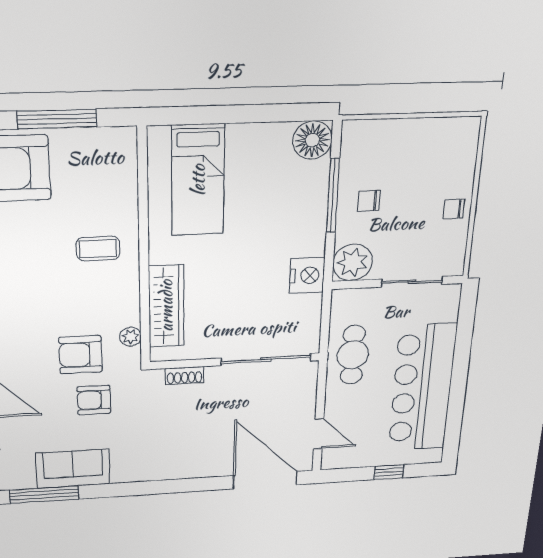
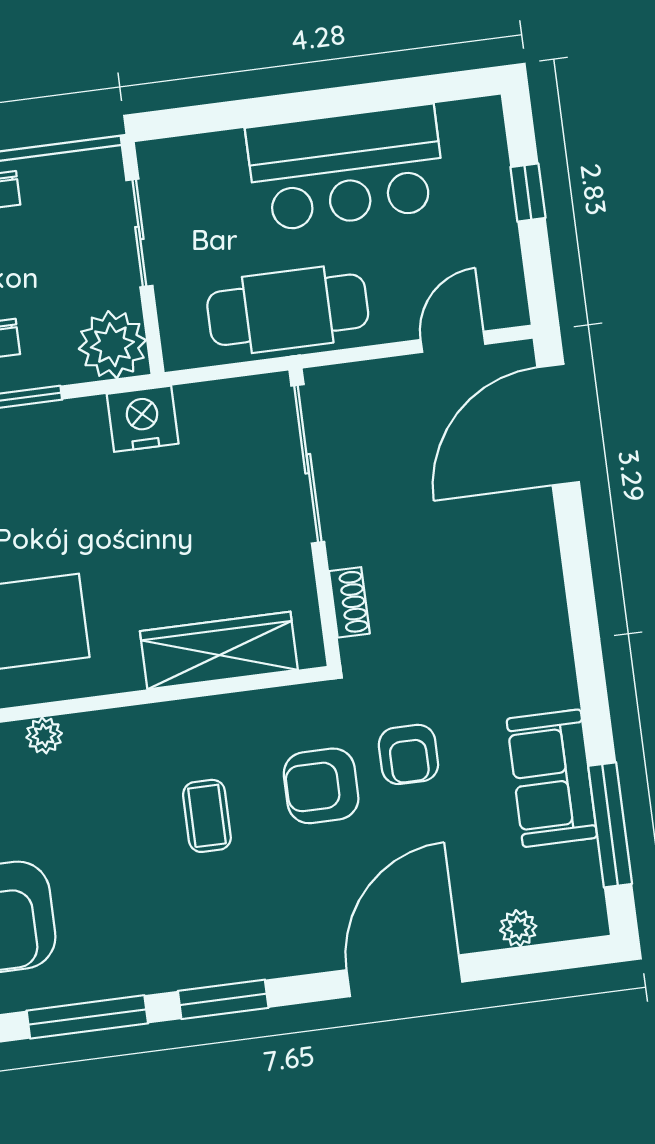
coffee table: (98, 249) -> (207, 816), moved
plant: (130, 337) -> (44, 735), moved
armchair: (80, 355) -> (321, 786), turned 90
cafe table: (353, 355) -> (288, 310), width x1.37, depth x1.35
bar counter: (422, 388) -> (346, 168), width x0.73

